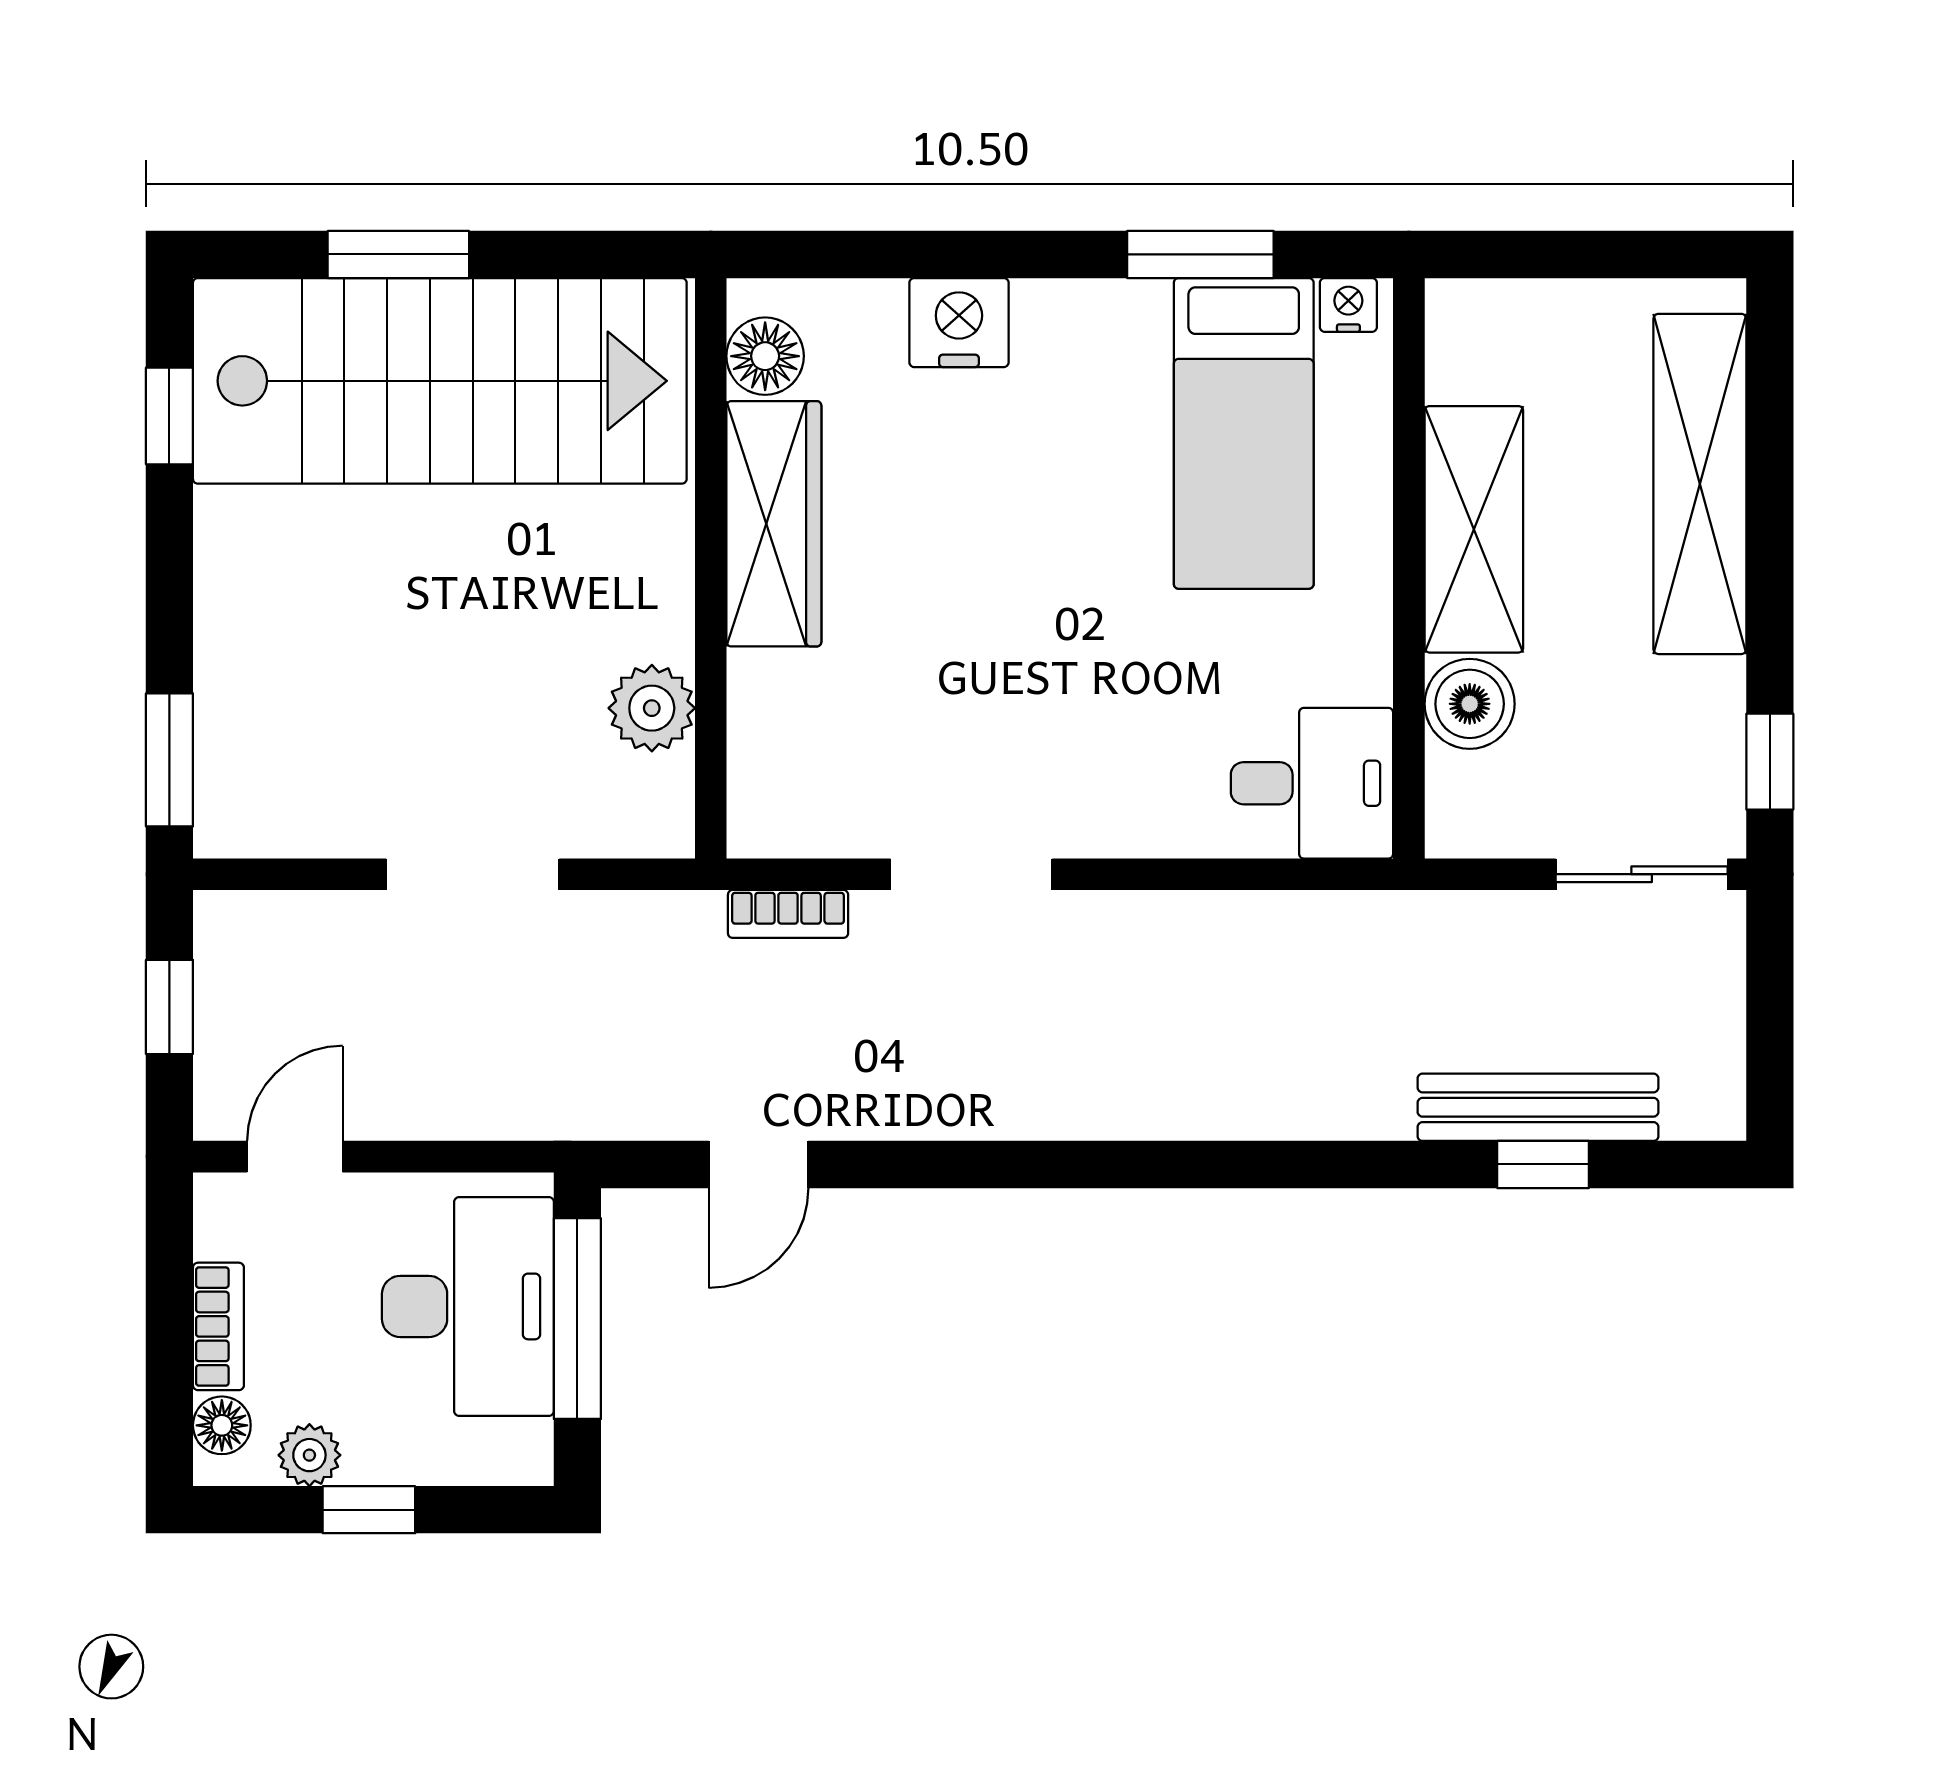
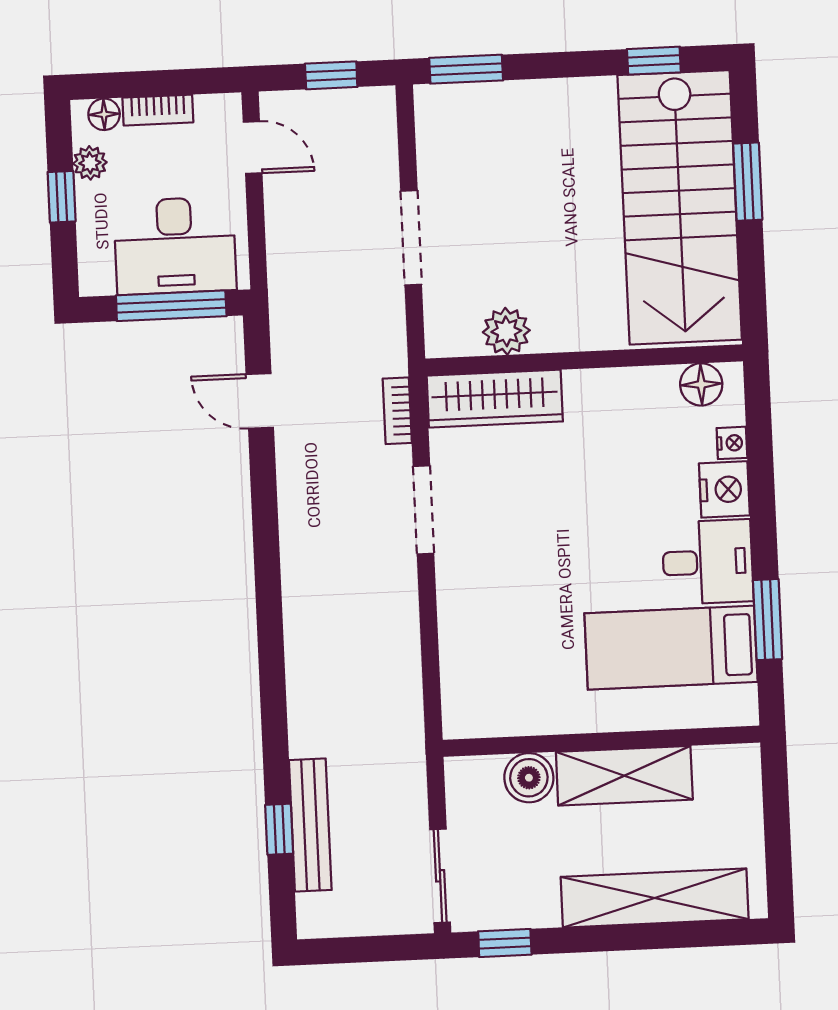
nightstand: (1348, 305) -> (732, 443), moved
wardrobe: (774, 524) -> (495, 399), moved
desk: (1312, 783) -> (708, 562), moved, turned -90

